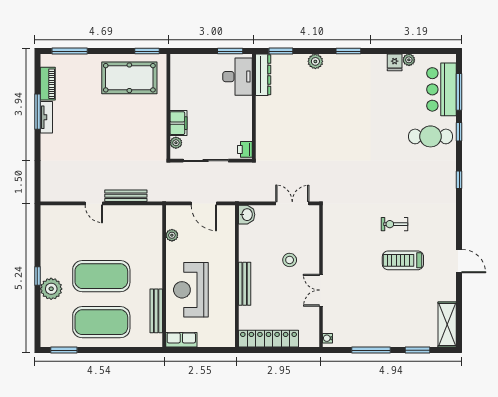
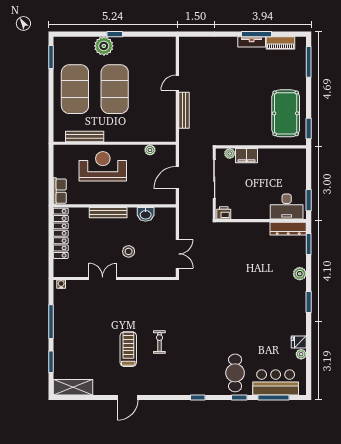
washbasin: (247, 215) -> (146, 214), moved
row of seats: (181, 340) -> (60, 191), moved

